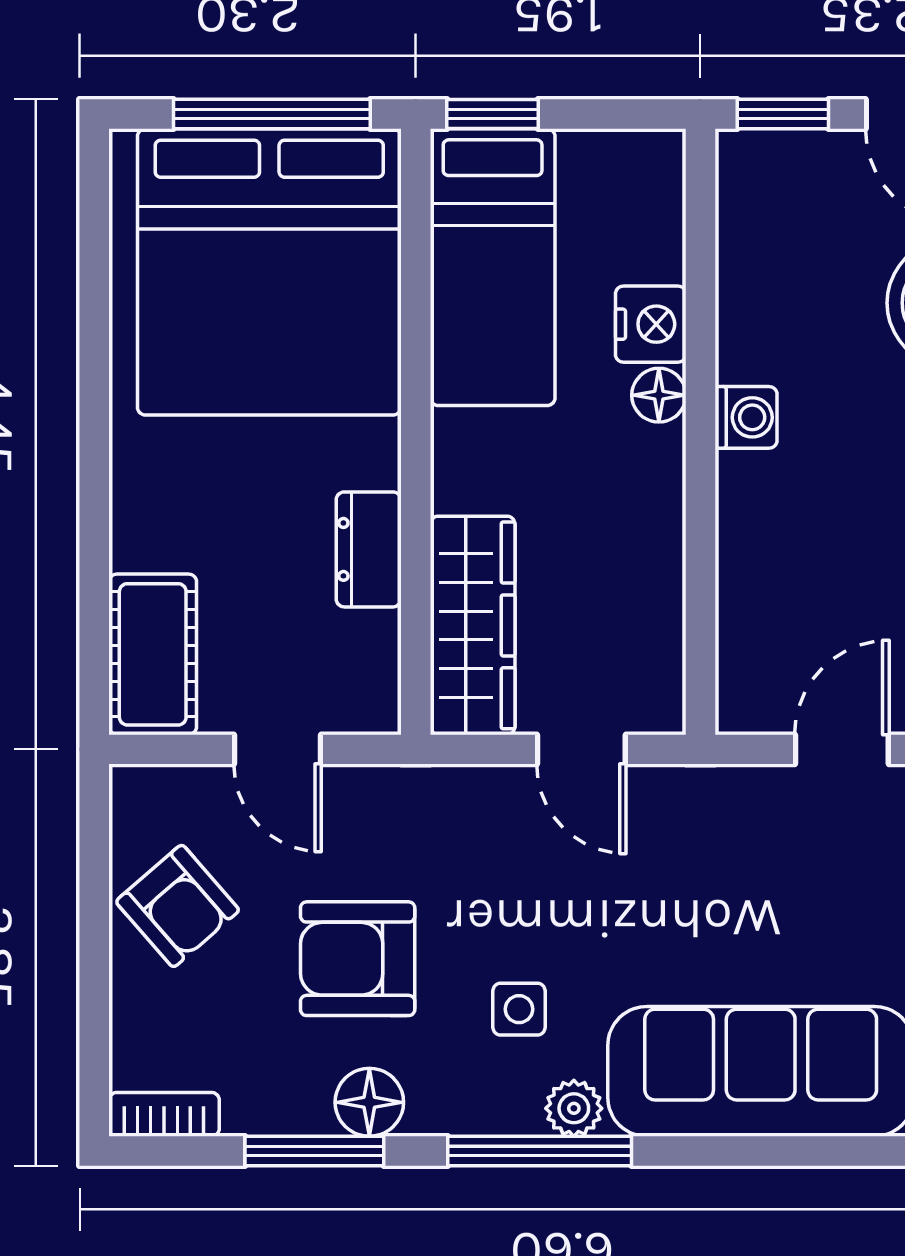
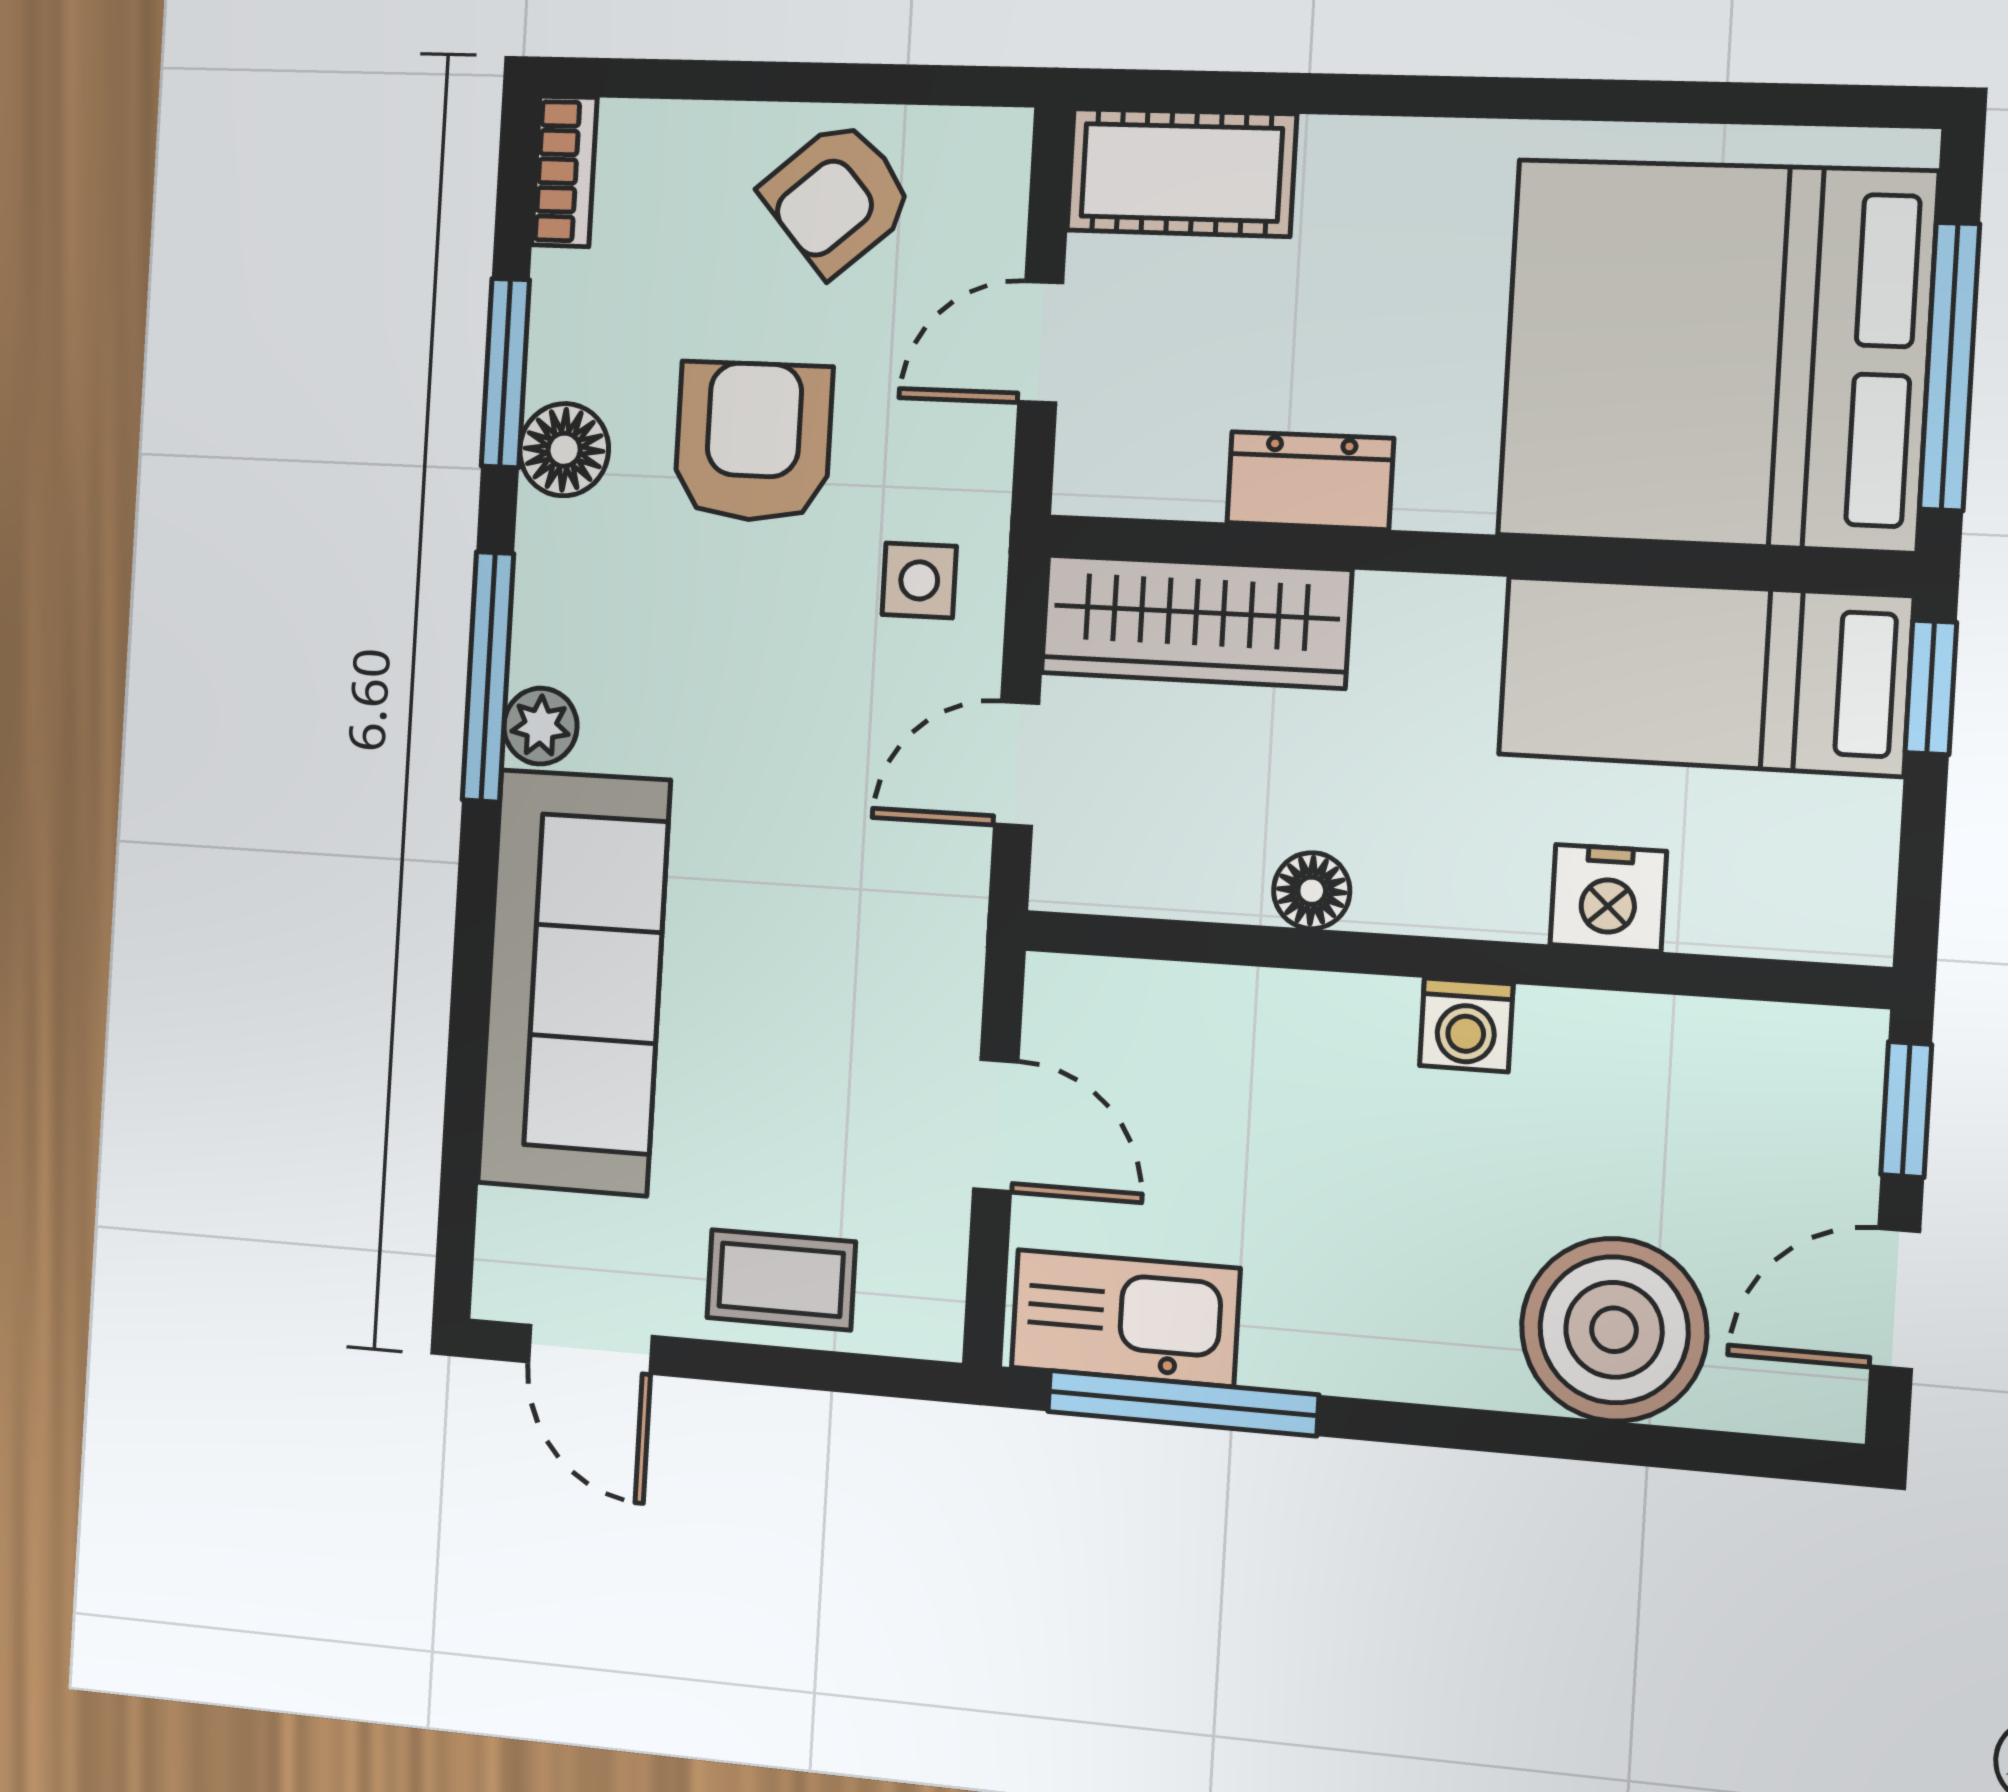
floor lamp: (659, 395) -> (1312, 891), moved
side table: (519, 1009) -> (919, 580), moved

